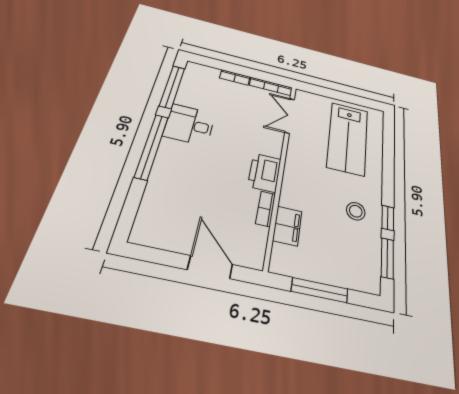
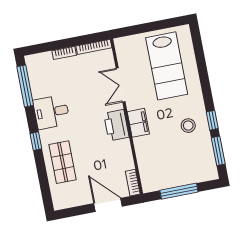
double door: (290, 116) -> (121, 85), moved
window: (152, 146) -> (36, 141), width x0.32
shop shelf: (174, 185) -> (63, 162), added
bookcase: (266, 209) -> (133, 183), moved
filing cabinet: (287, 226) -> (138, 123), moved

